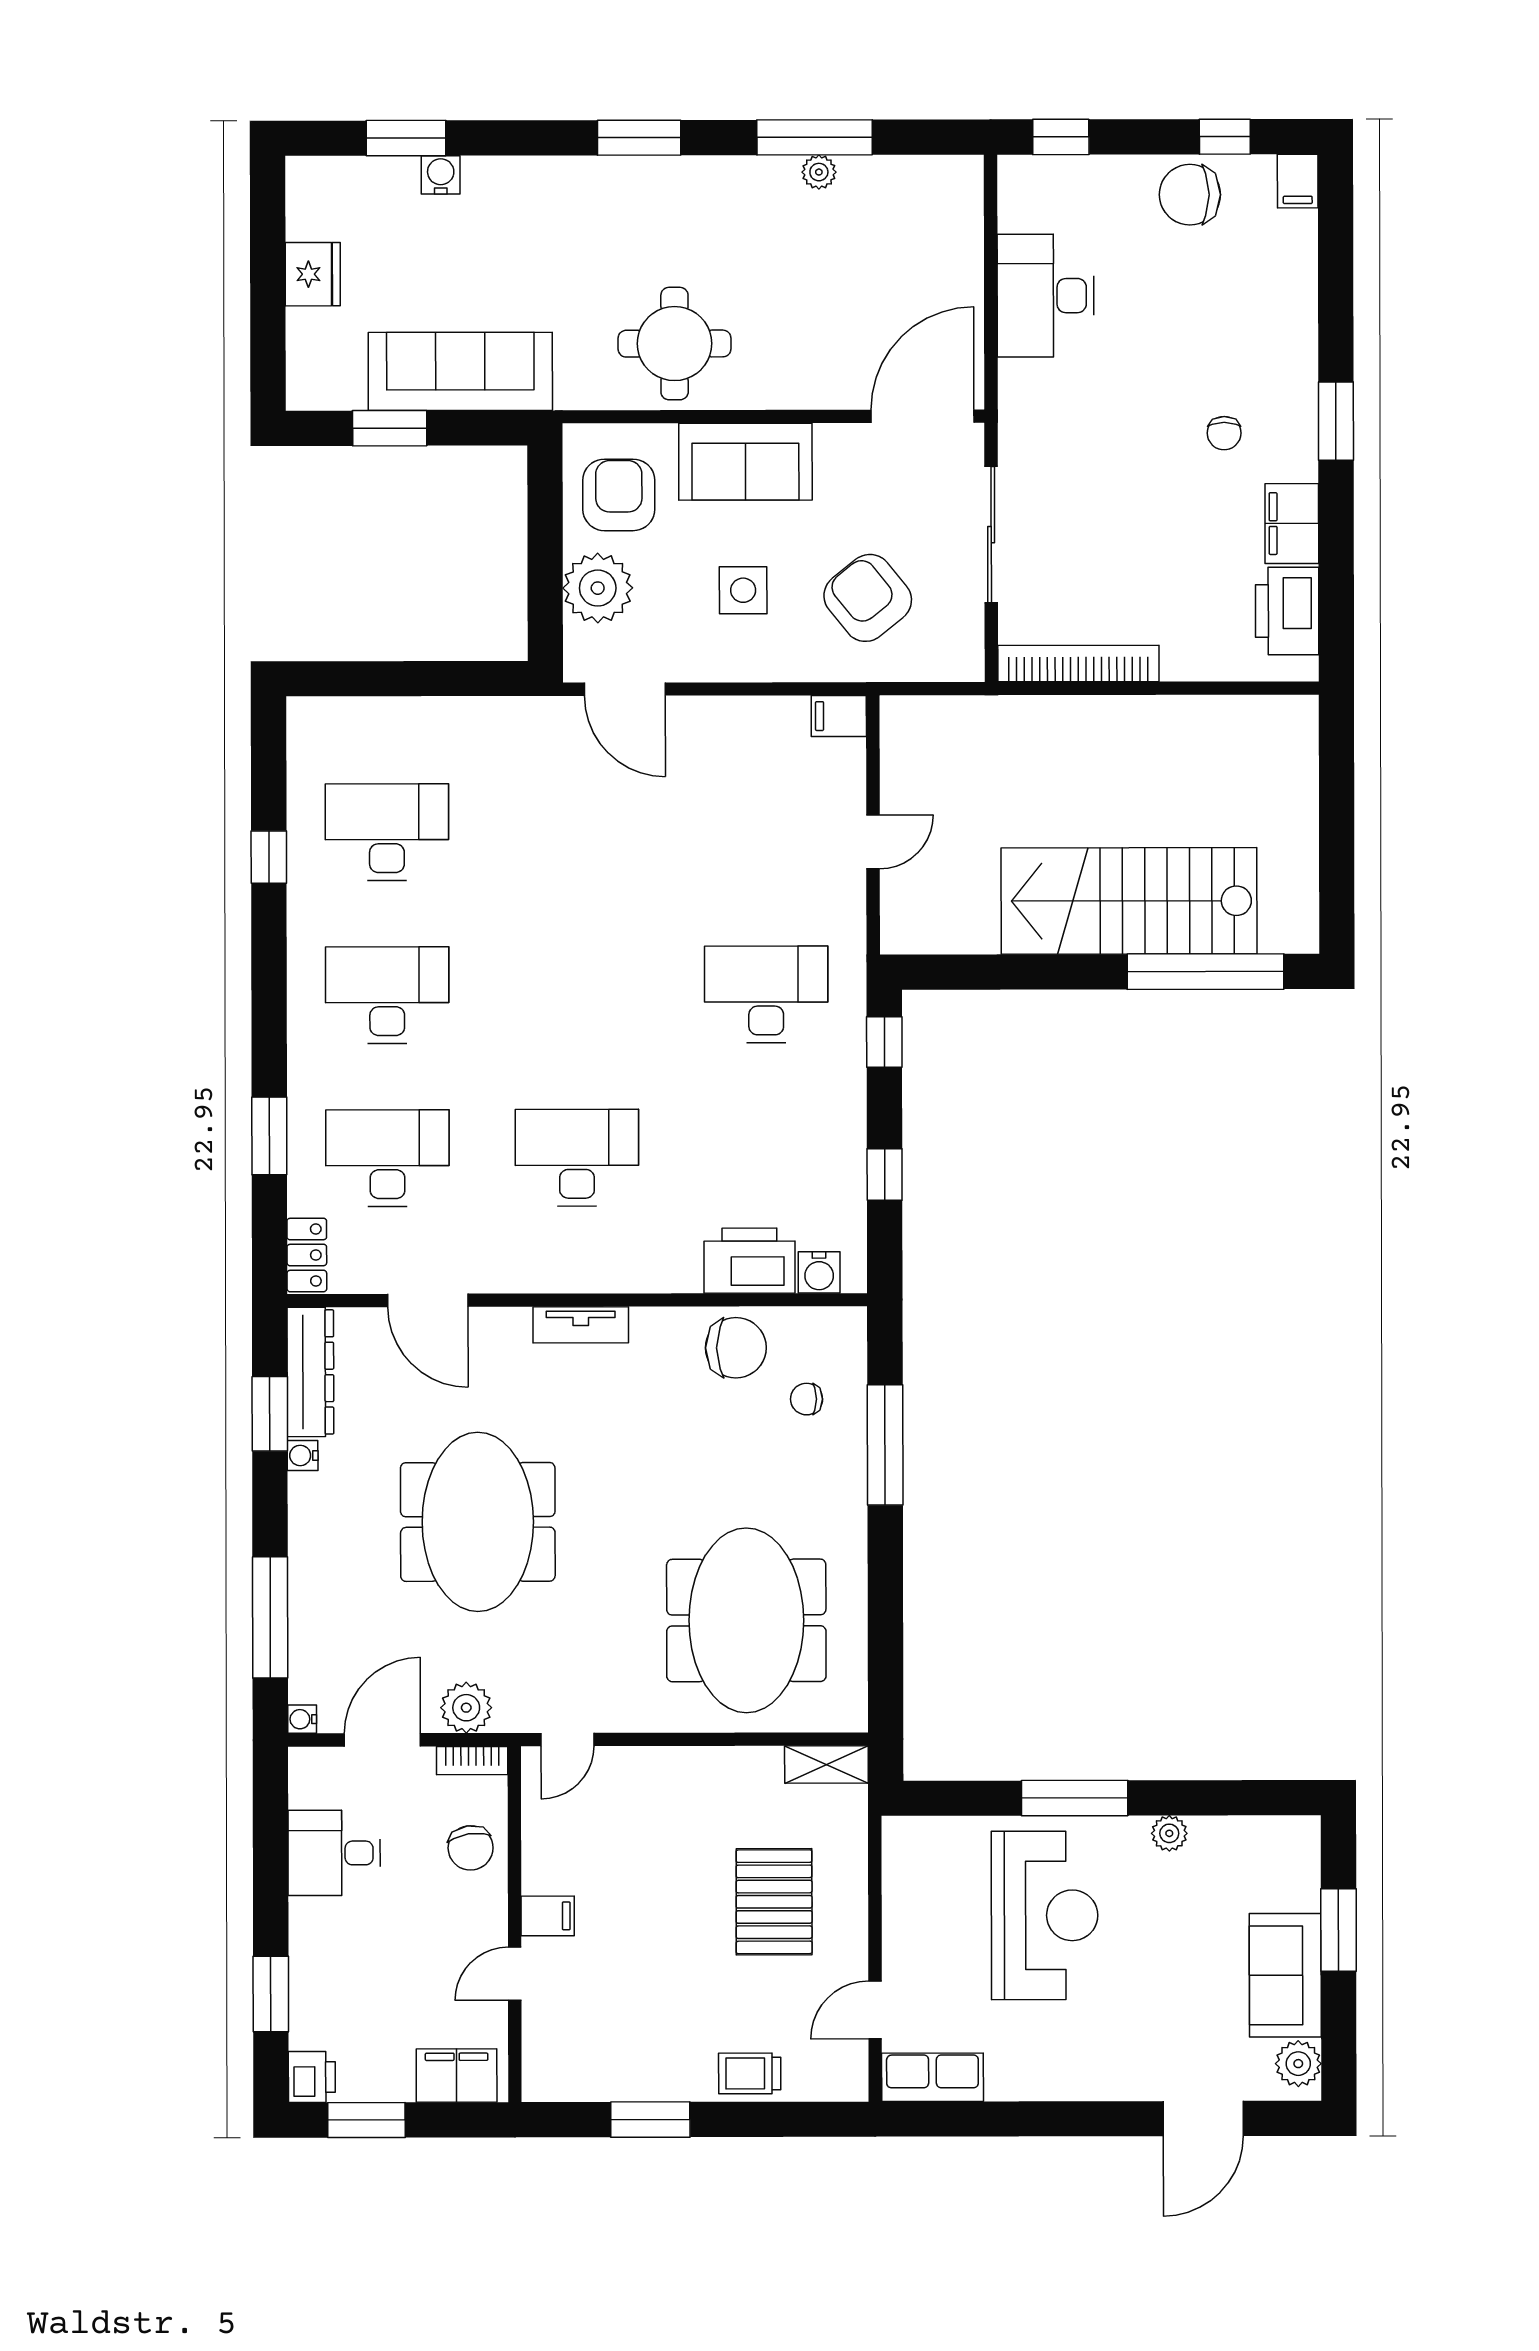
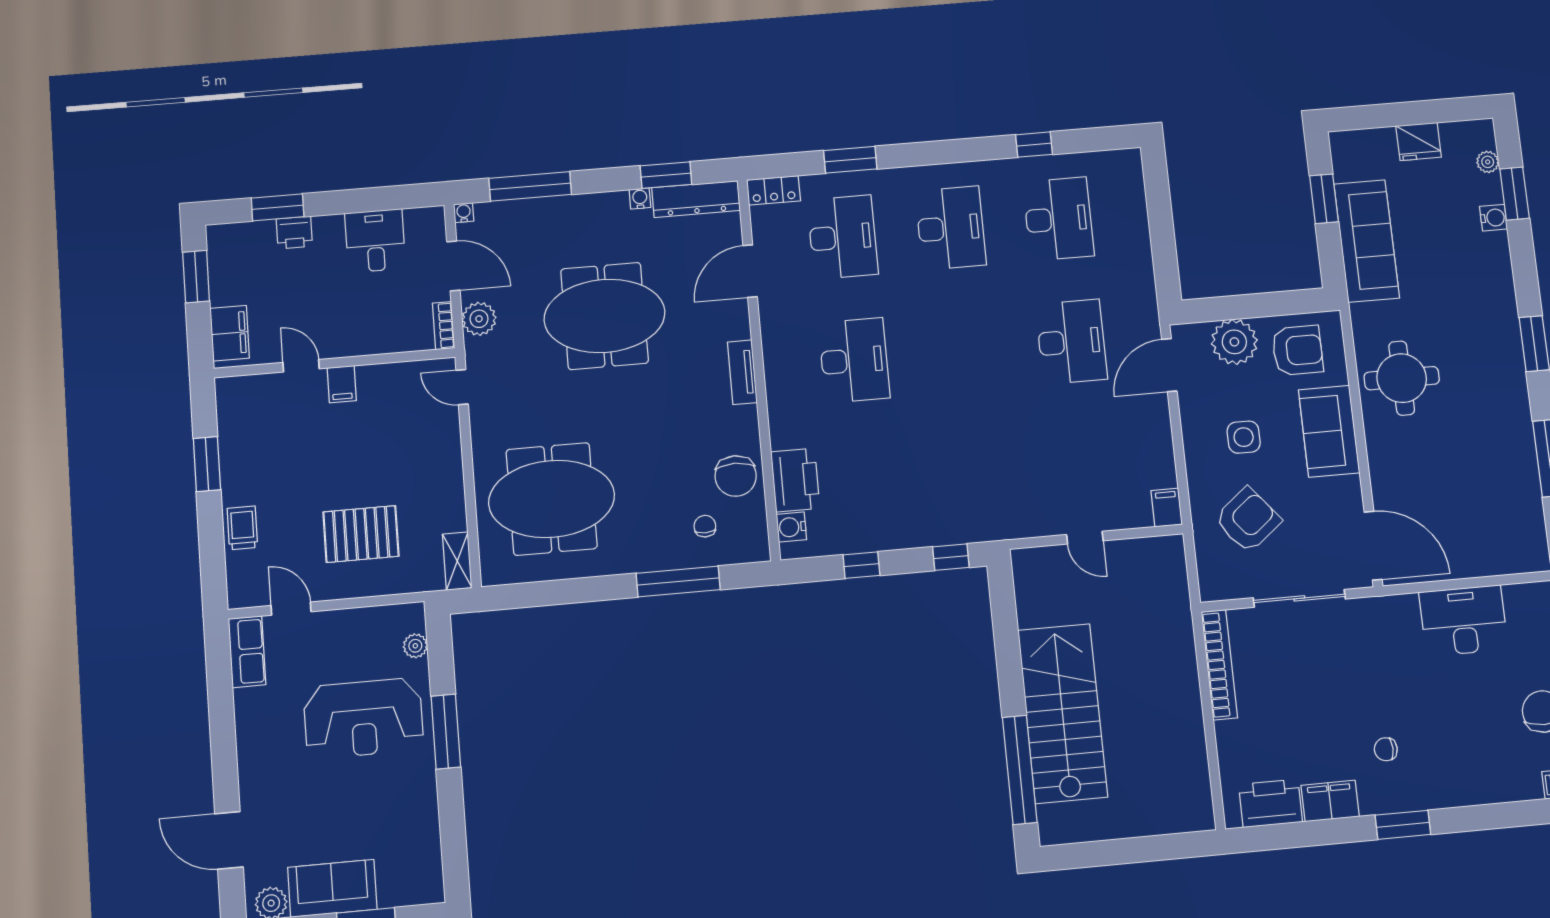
plant: (819, 172) -> (1488, 162), moved
desk: (766, 994) -> (1071, 342), moved
plant: (1169, 1833) -> (415, 646), moved
chair: (471, 1848) -> (385, 330), removed
printer: (312, 2077) -> (294, 233), moved

